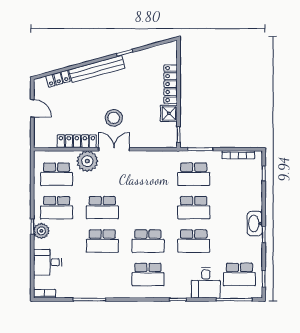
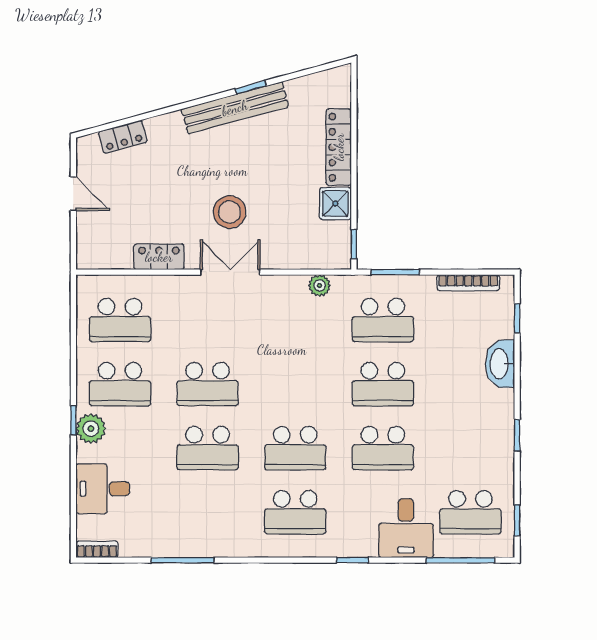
bench: (97, 69) -> (235, 108), moved
locker: (77, 141) -> (159, 257), width x0.66
plant: (87, 161) -> (320, 285), moved, width x0.53, depth x0.53
washbasin: (255, 224) -> (500, 364), moved

